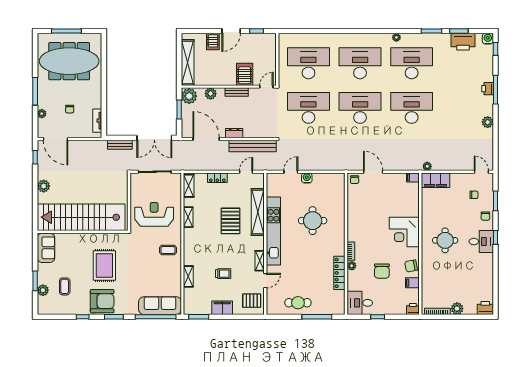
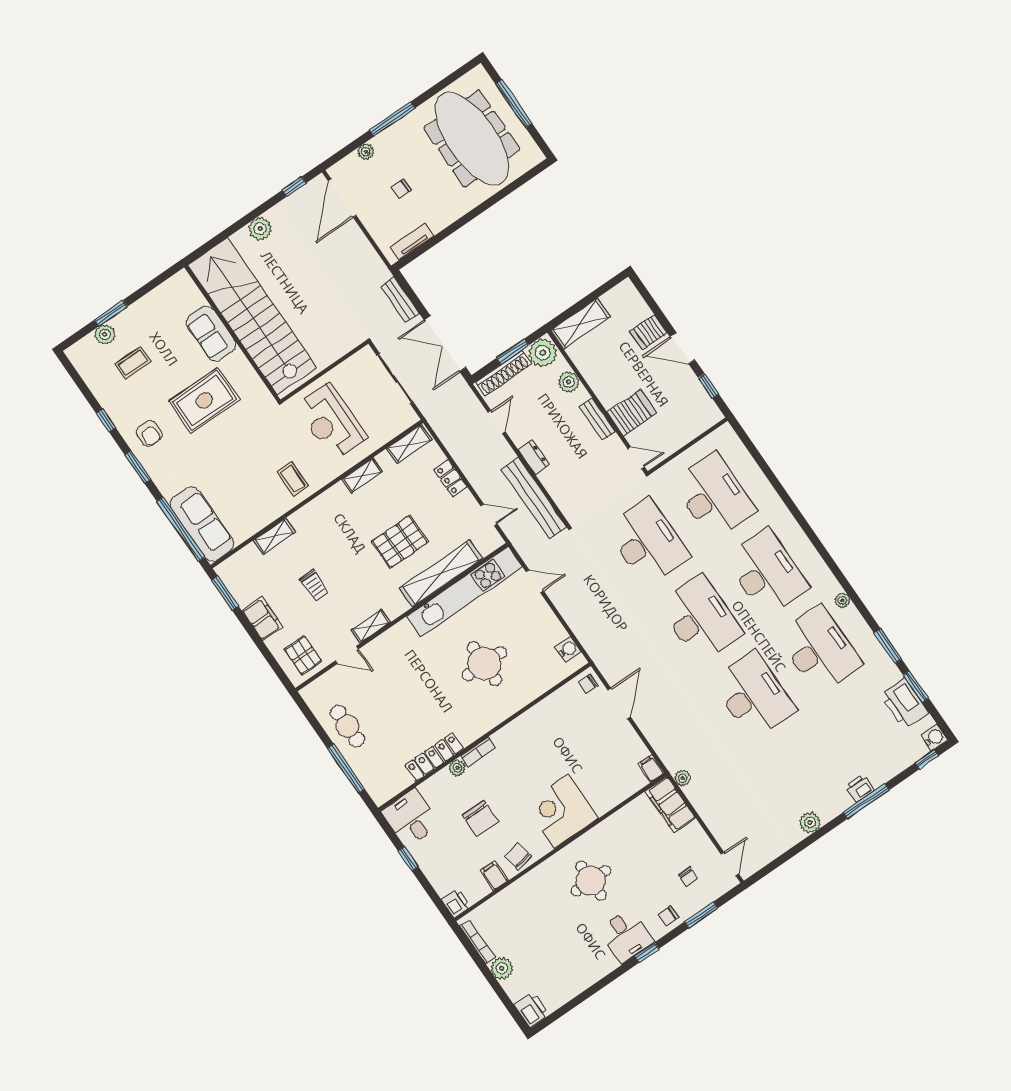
shelving: (188, 63) -> (580, 323), width x0.68
shoe rack: (186, 121) -> (504, 373), added
door: (206, 139) -> (497, 422), width x0.53
water cooler: (307, 178) -> (568, 649), moved
reception desk: (154, 214) -> (331, 422), turned 180
kitchen unit: (273, 231) -> (465, 591), moved
sofa: (46, 248) -> (211, 334), moved, turned 90
chair: (382, 271) -> (480, 818), turned -90
armchair: (102, 301) -> (149, 434), width x0.53, depth x0.53

